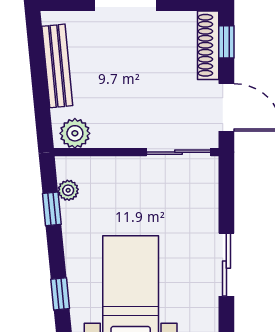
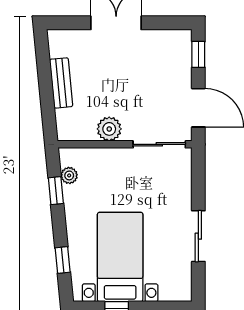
shoe rack: (208, 45) -> (183, 57), removed
bench: (57, 66) -> (61, 83), width x0.73
plant: (75, 133) -> (109, 129), moved

